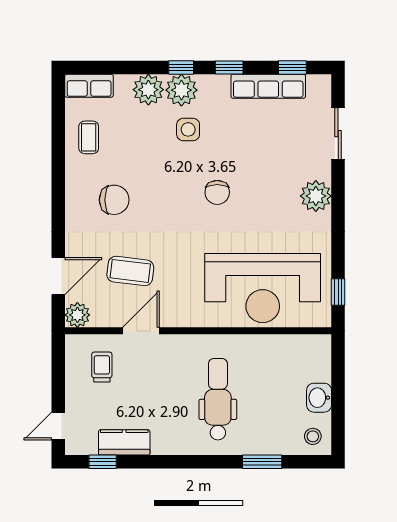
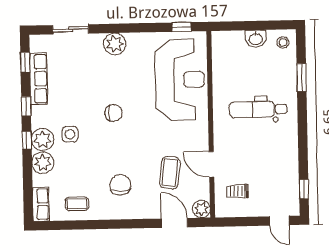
kitchen counter: (124, 442) -> (290, 174), removed

